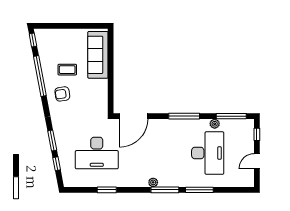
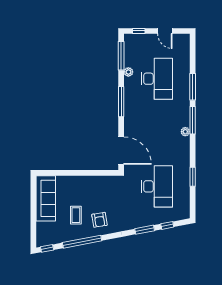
sofa: (98, 55) -> (46, 198), moved, turned -90
desk: (208, 153) -> (157, 79), turned 90

